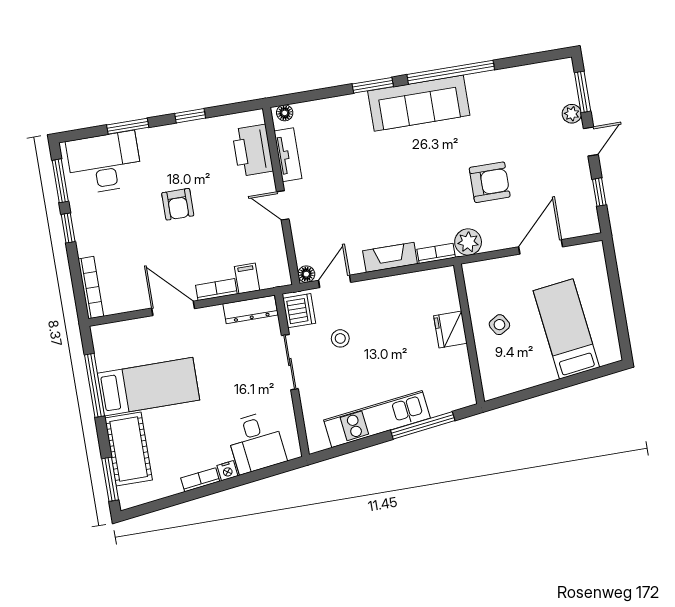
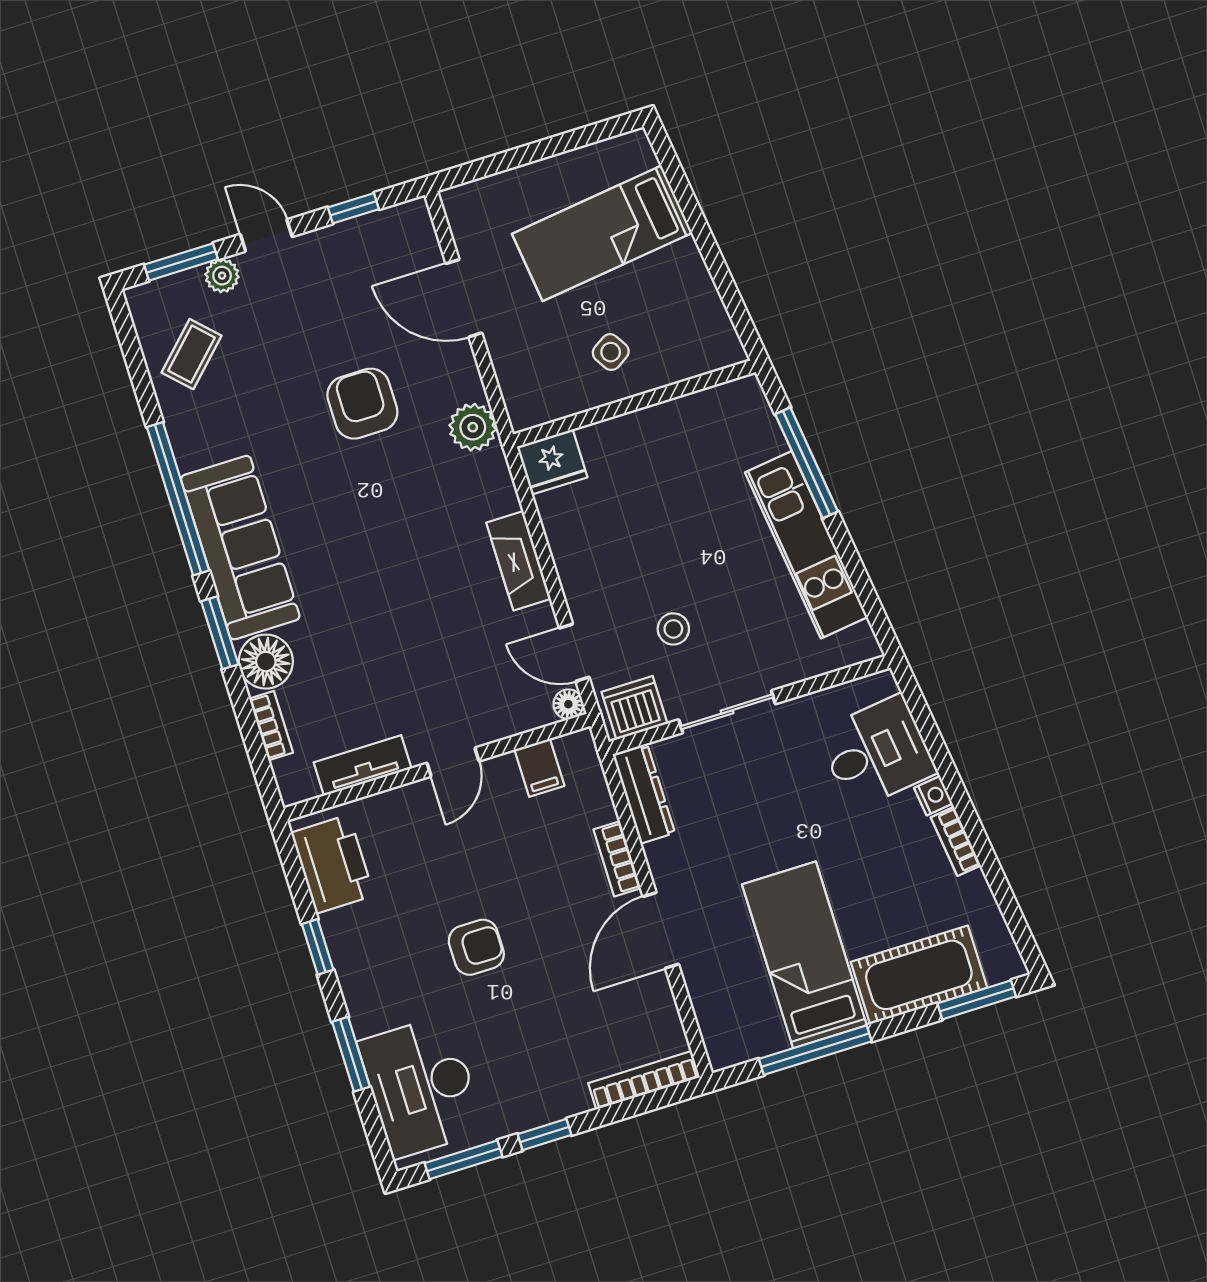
coffee table: (530, 91) -> (191, 354), added
floor lamp: (285, 113) -> (266, 662), moved, width x1.89, depth x1.89
printer: (253, 150) -> (333, 864), moved, turned -90
bookcase: (436, 253) -> (271, 726), moved, turned 180
filing cabinet: (247, 278) -> (539, 768), moved, turned -90
fridge: (450, 330) -> (552, 462), moved

